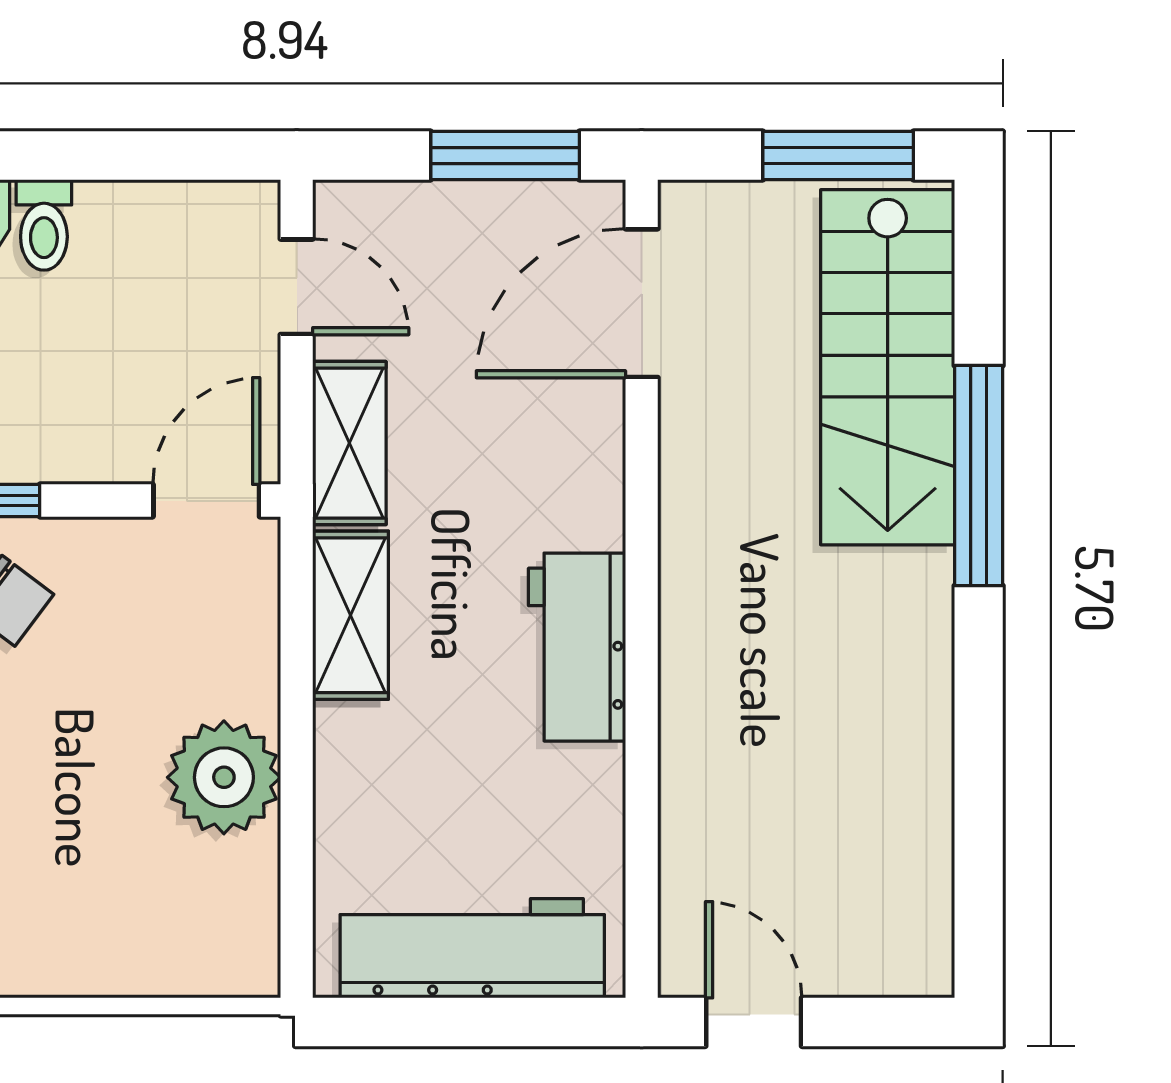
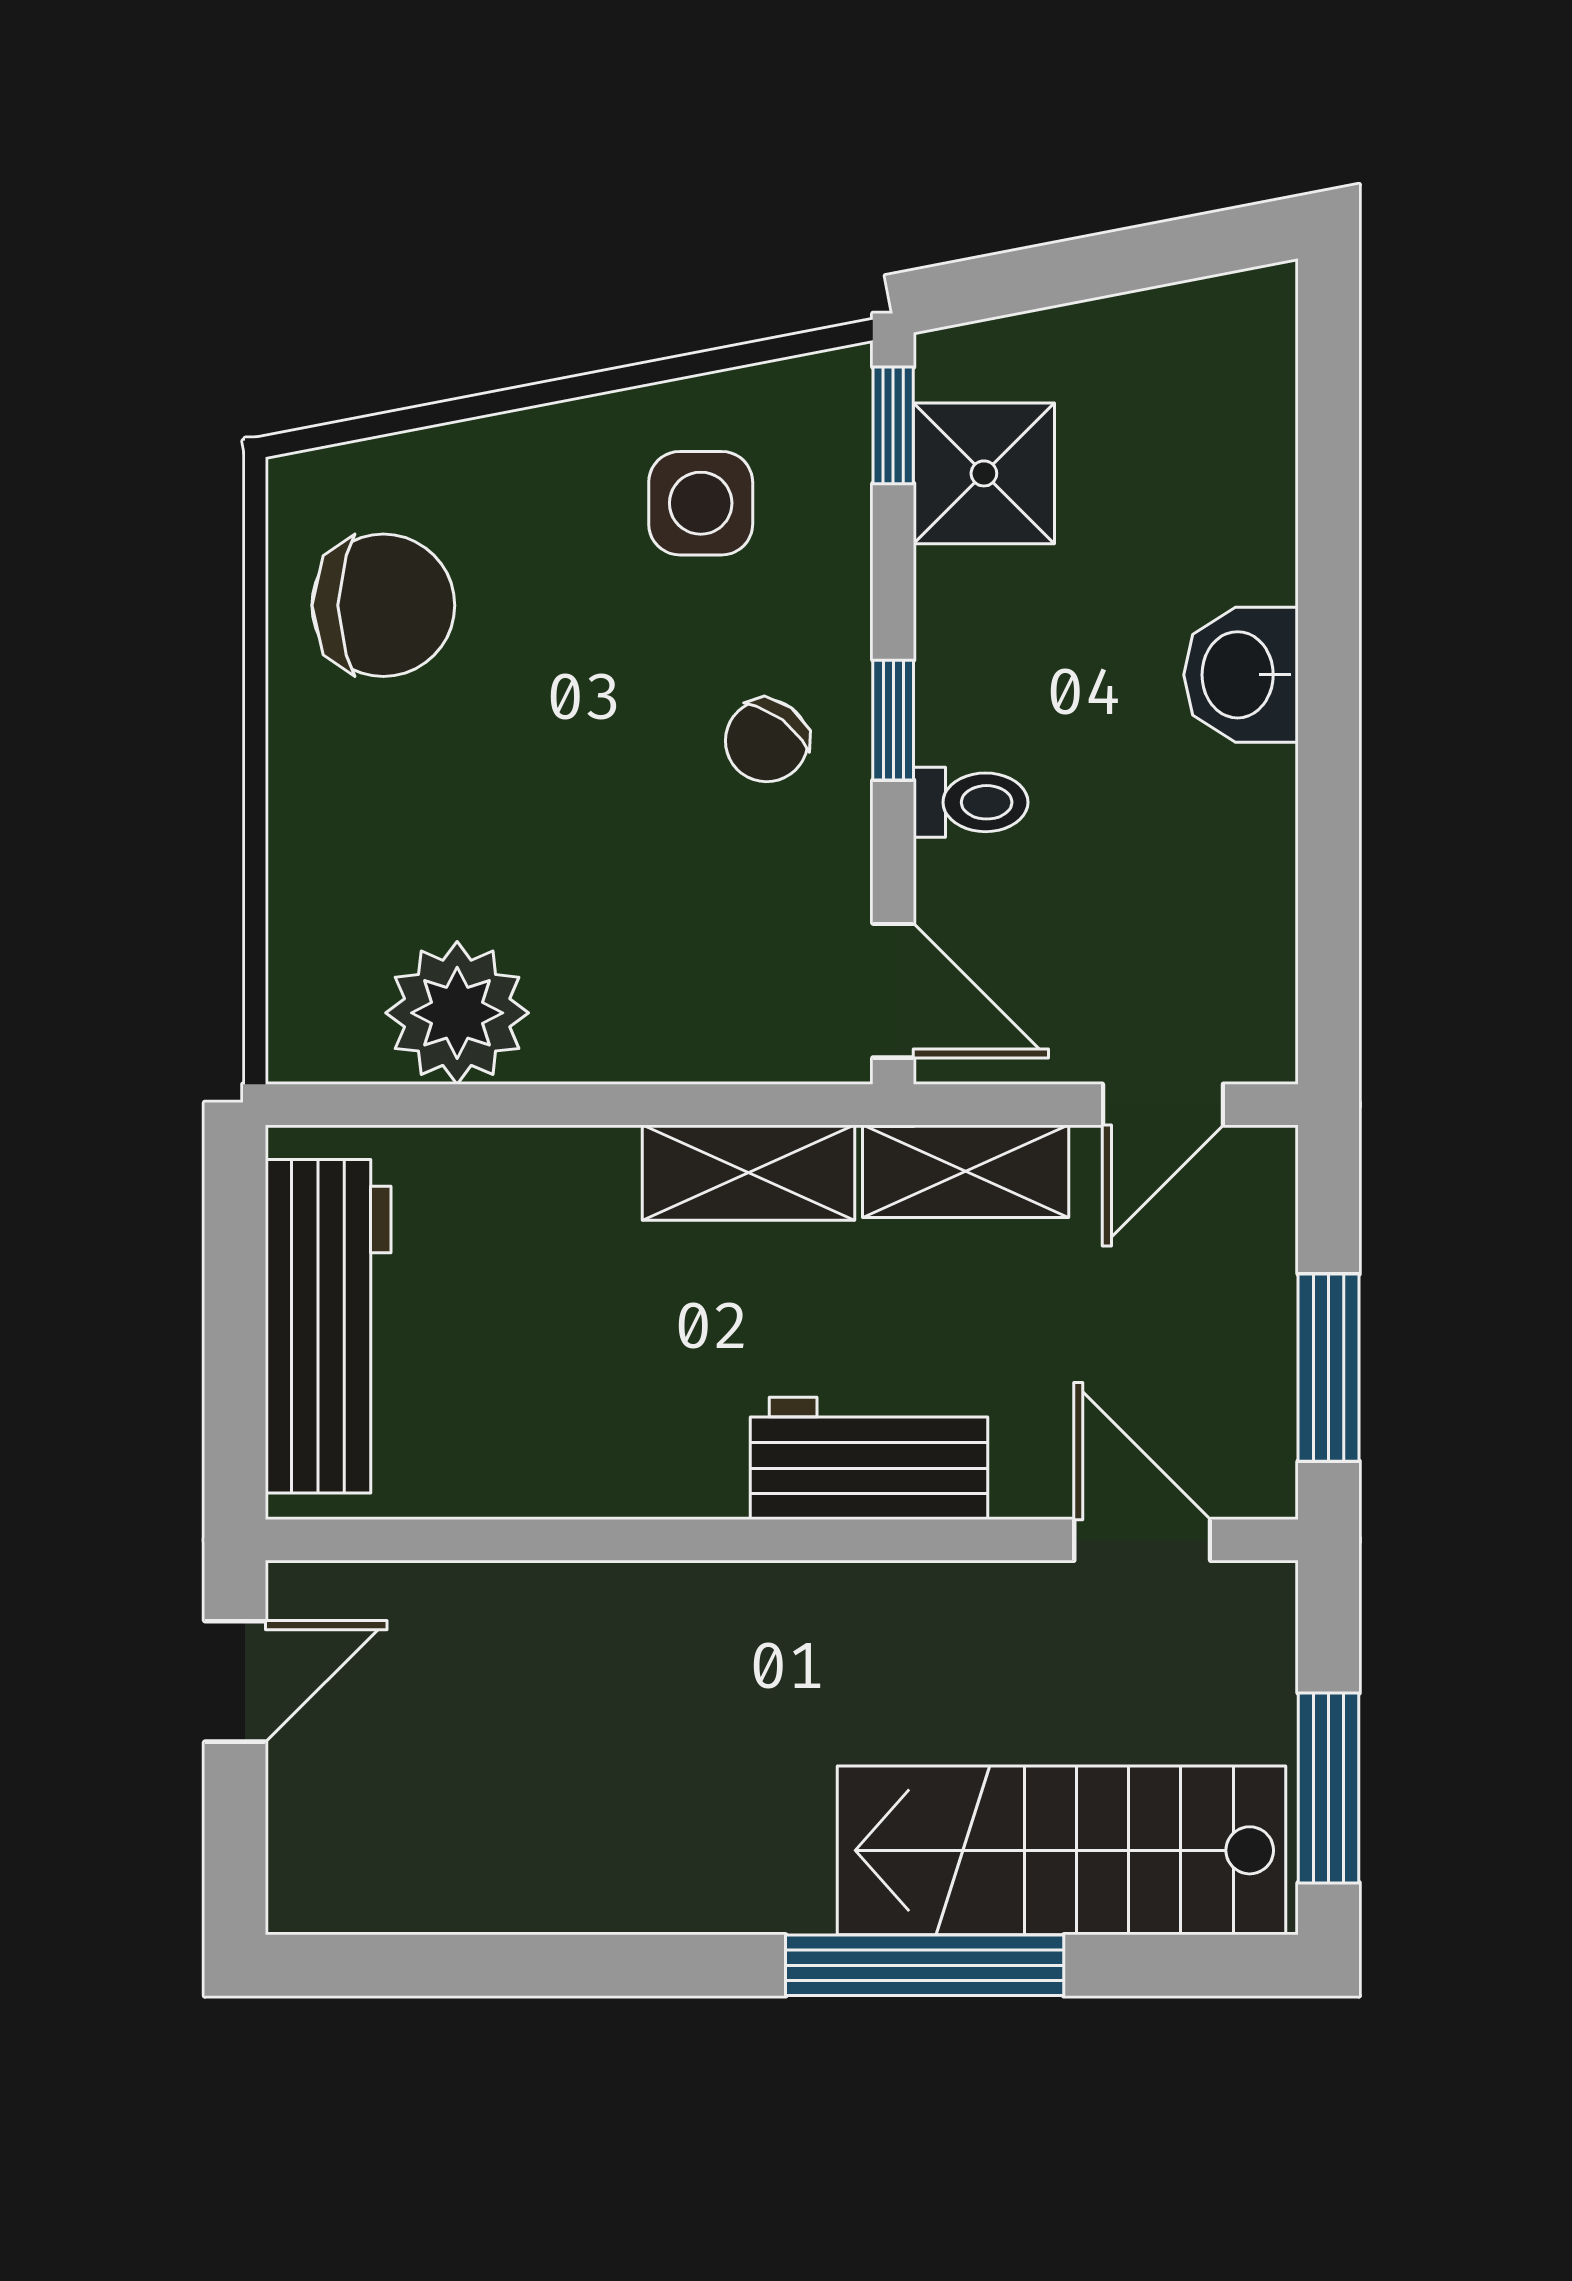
toilet: (44, 225) -> (971, 802), moved, turned 180
door: (642, 303) -> (1142, 1540), width x0.73
workbench: (577, 647) -> (869, 1458), moved
plant: (224, 777) -> (457, 1013), moved

